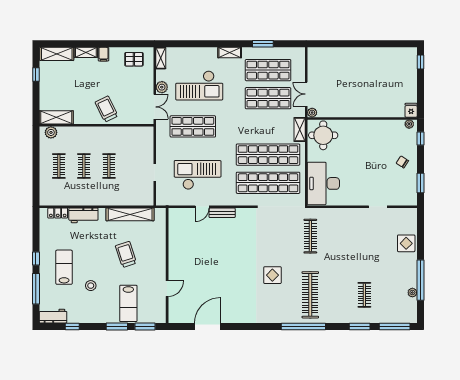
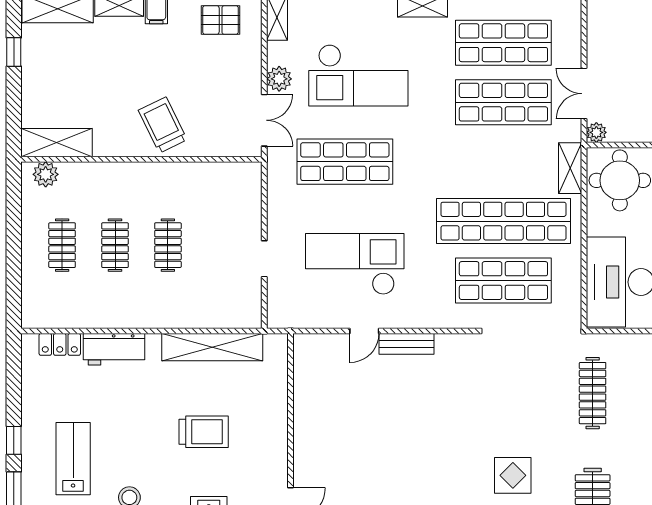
shop shelf: (268, 183) -> (503, 281), width x0.71
trolley: (126, 254) -> (204, 432), turned 108

